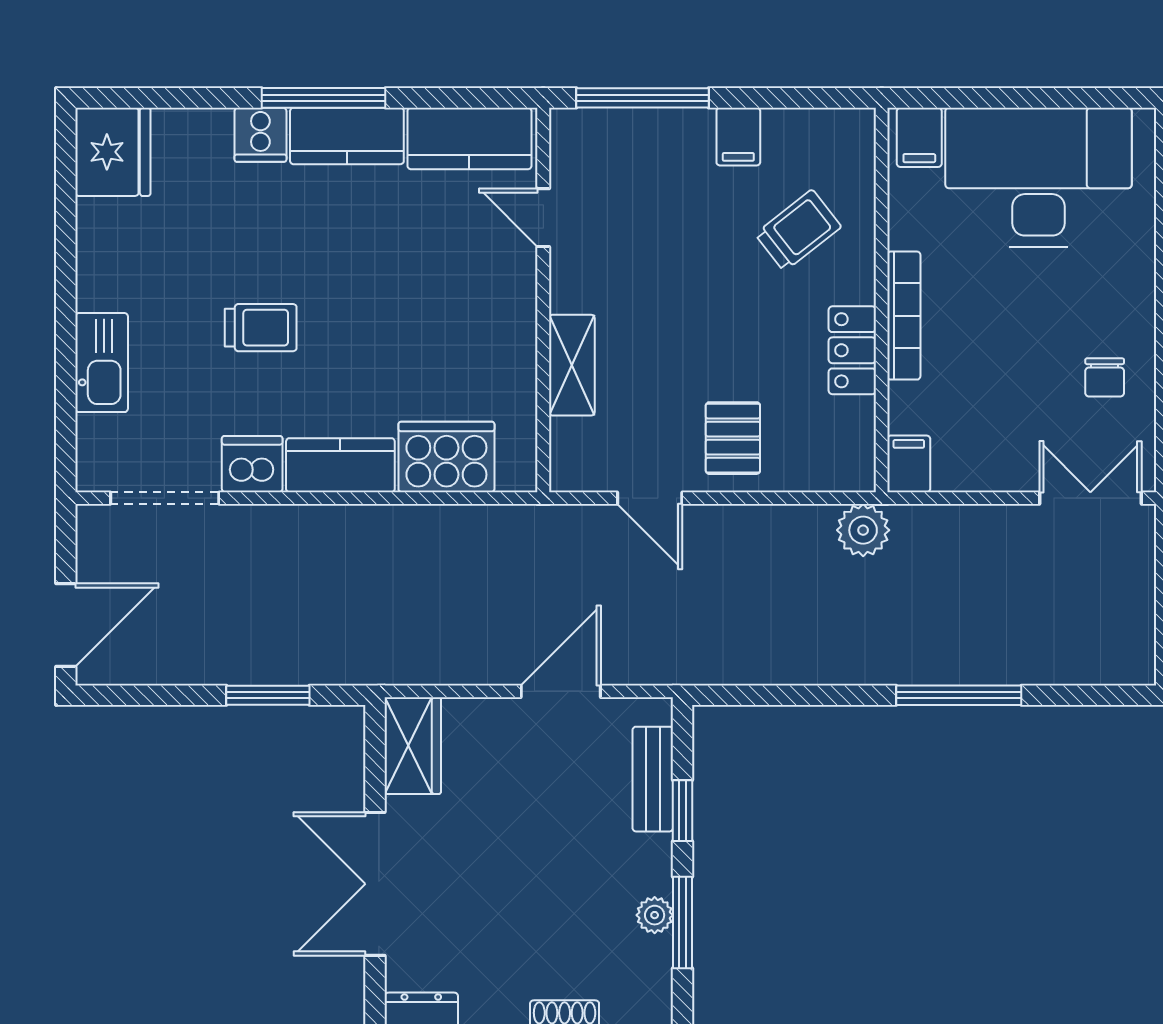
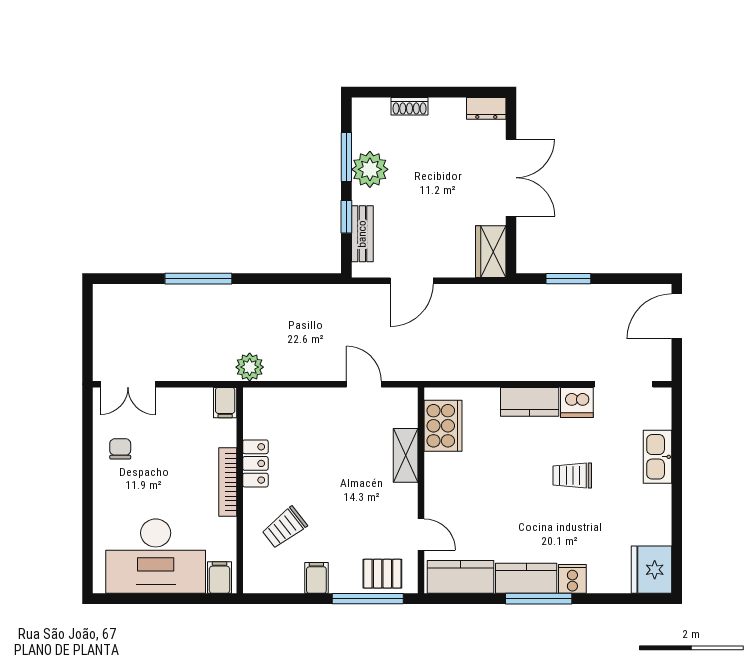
pallet: (733, 438) -> (382, 574), moved, turned 90
cooker: (446, 457) -> (443, 426), moved, turned -90
plant: (655, 915) -> (370, 169), width x1.88, depth x1.88

